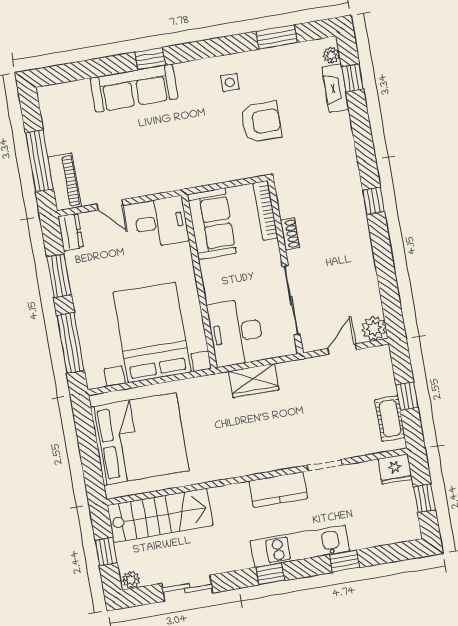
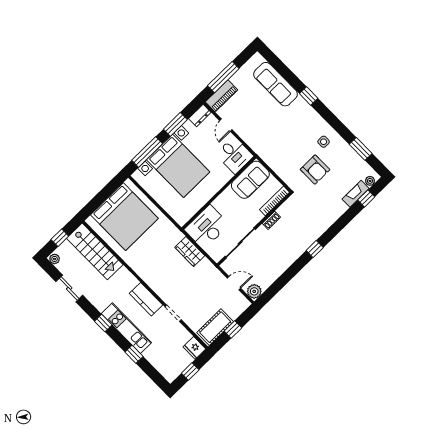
sofa: (134, 88) -> (276, 84), moved
bed with nightstands: (152, 332) -> (178, 166), moved, turned 90
cot: (390, 418) -> (215, 327), width x1.37, depth x1.34

